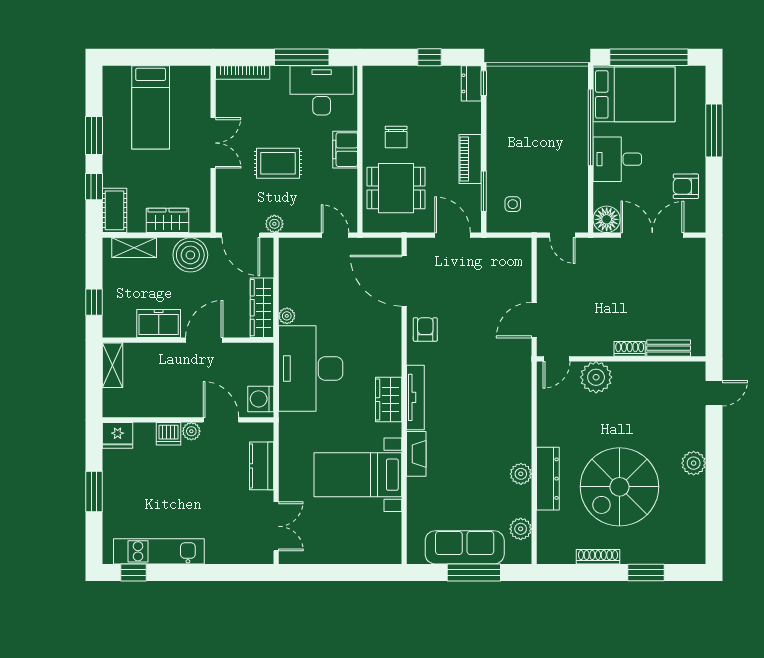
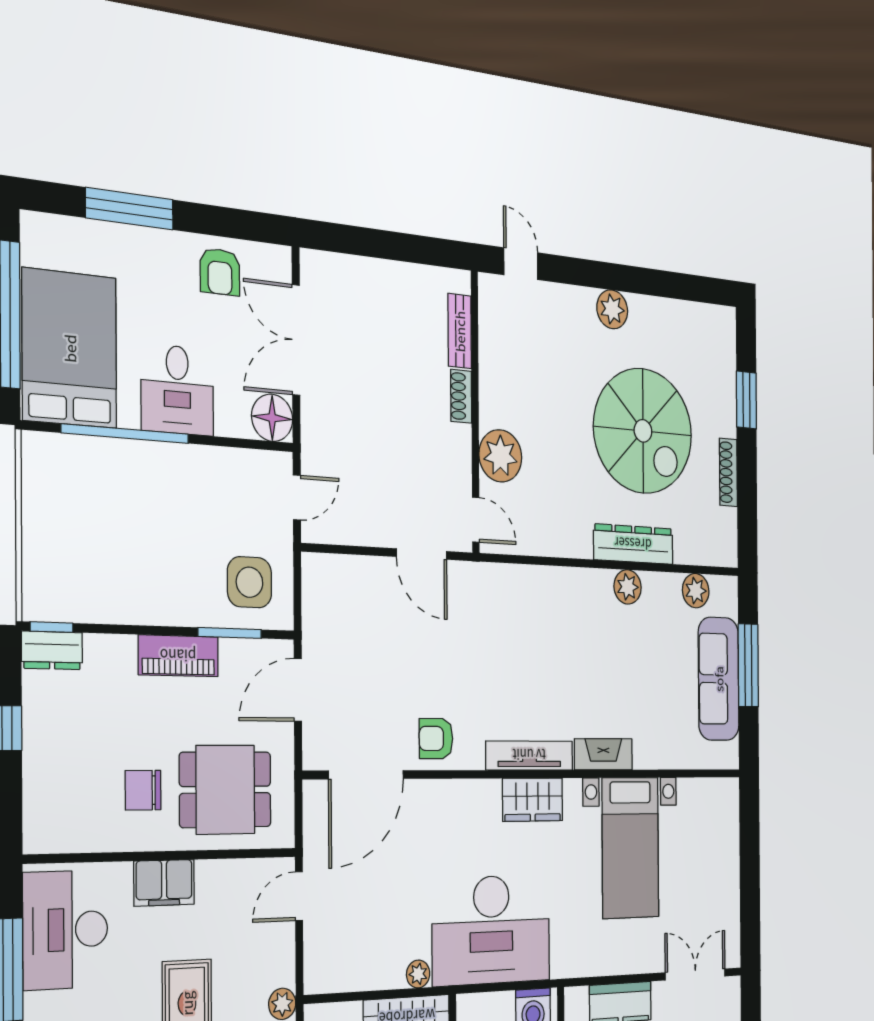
chair: (396, 137) -> (143, 790), turned 180
dining table: (396, 188) -> (225, 790), turned 90
side table: (513, 204) -> (249, 582), width x1.87, depth x1.87

